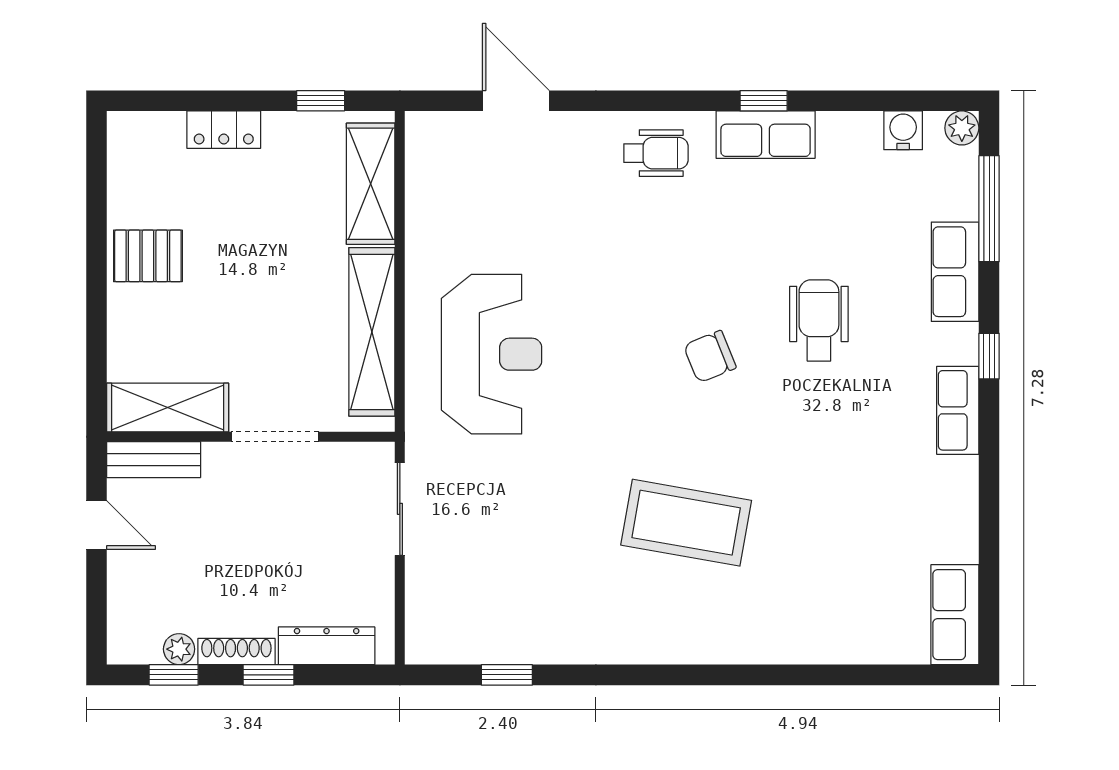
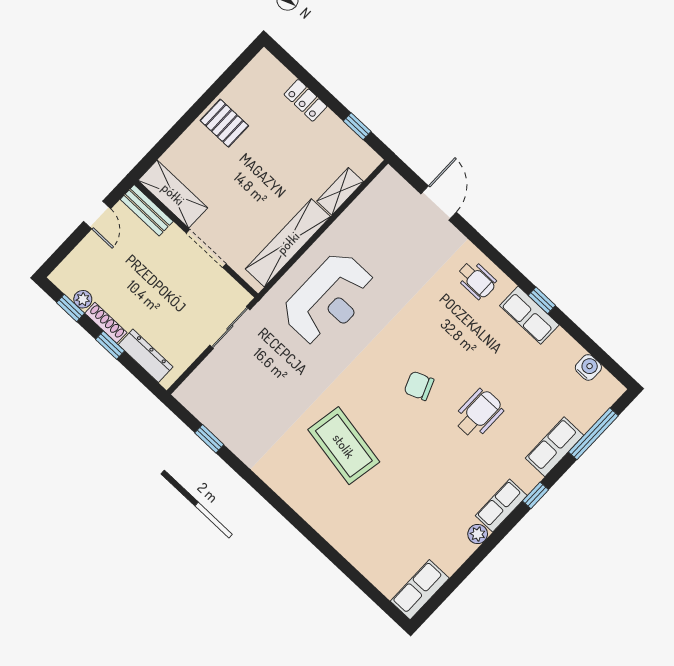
plant: (962, 128) -> (478, 534), moved
shelving: (371, 184) -> (340, 191), width x0.67, depth x0.75

